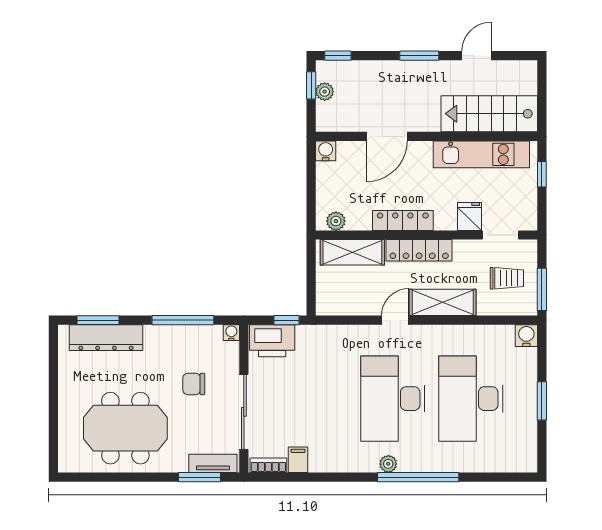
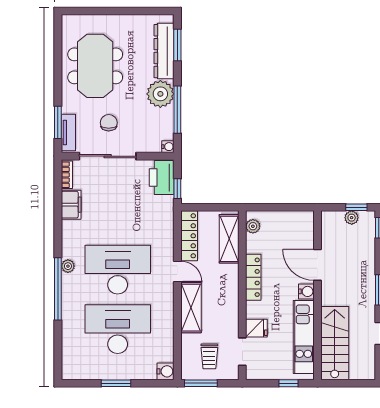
water cooler: (326, 151) -> (306, 291), moved
locker: (419, 250) -> (189, 236), moved, turned 180
plant: (162, 343) -> (160, 94), added
chair: (194, 384) -> (109, 123), moved
filing cabinet: (298, 460) -> (71, 205), width x2.00

